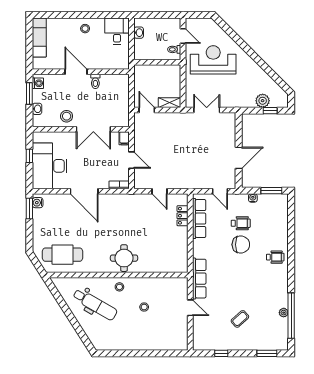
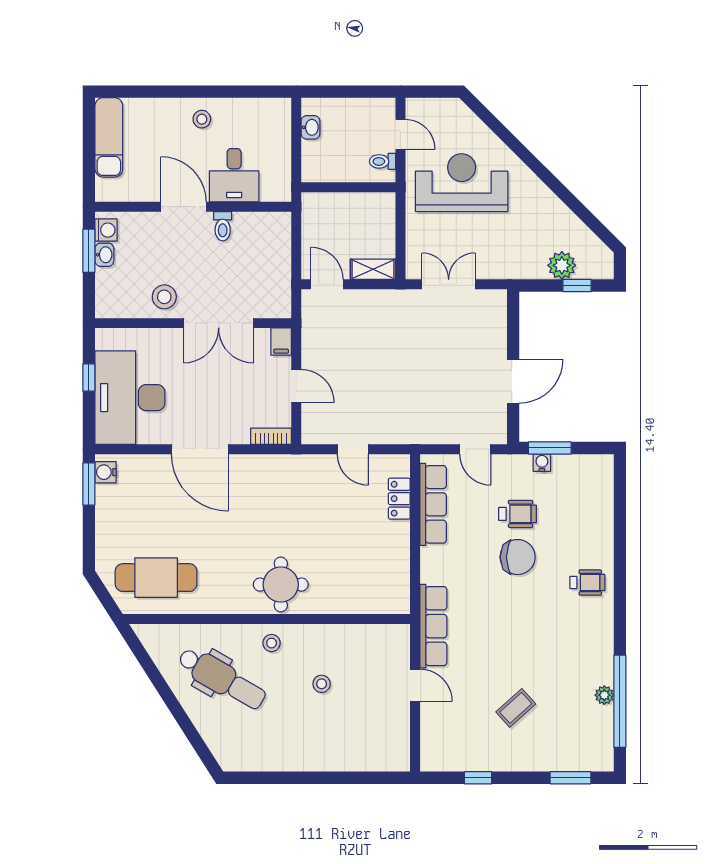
desk: (117, 31) -> (234, 175), moved, turned 180
washbasin: (37, 109) -> (104, 255), moved
window: (271, 191) -> (550, 448), moved

